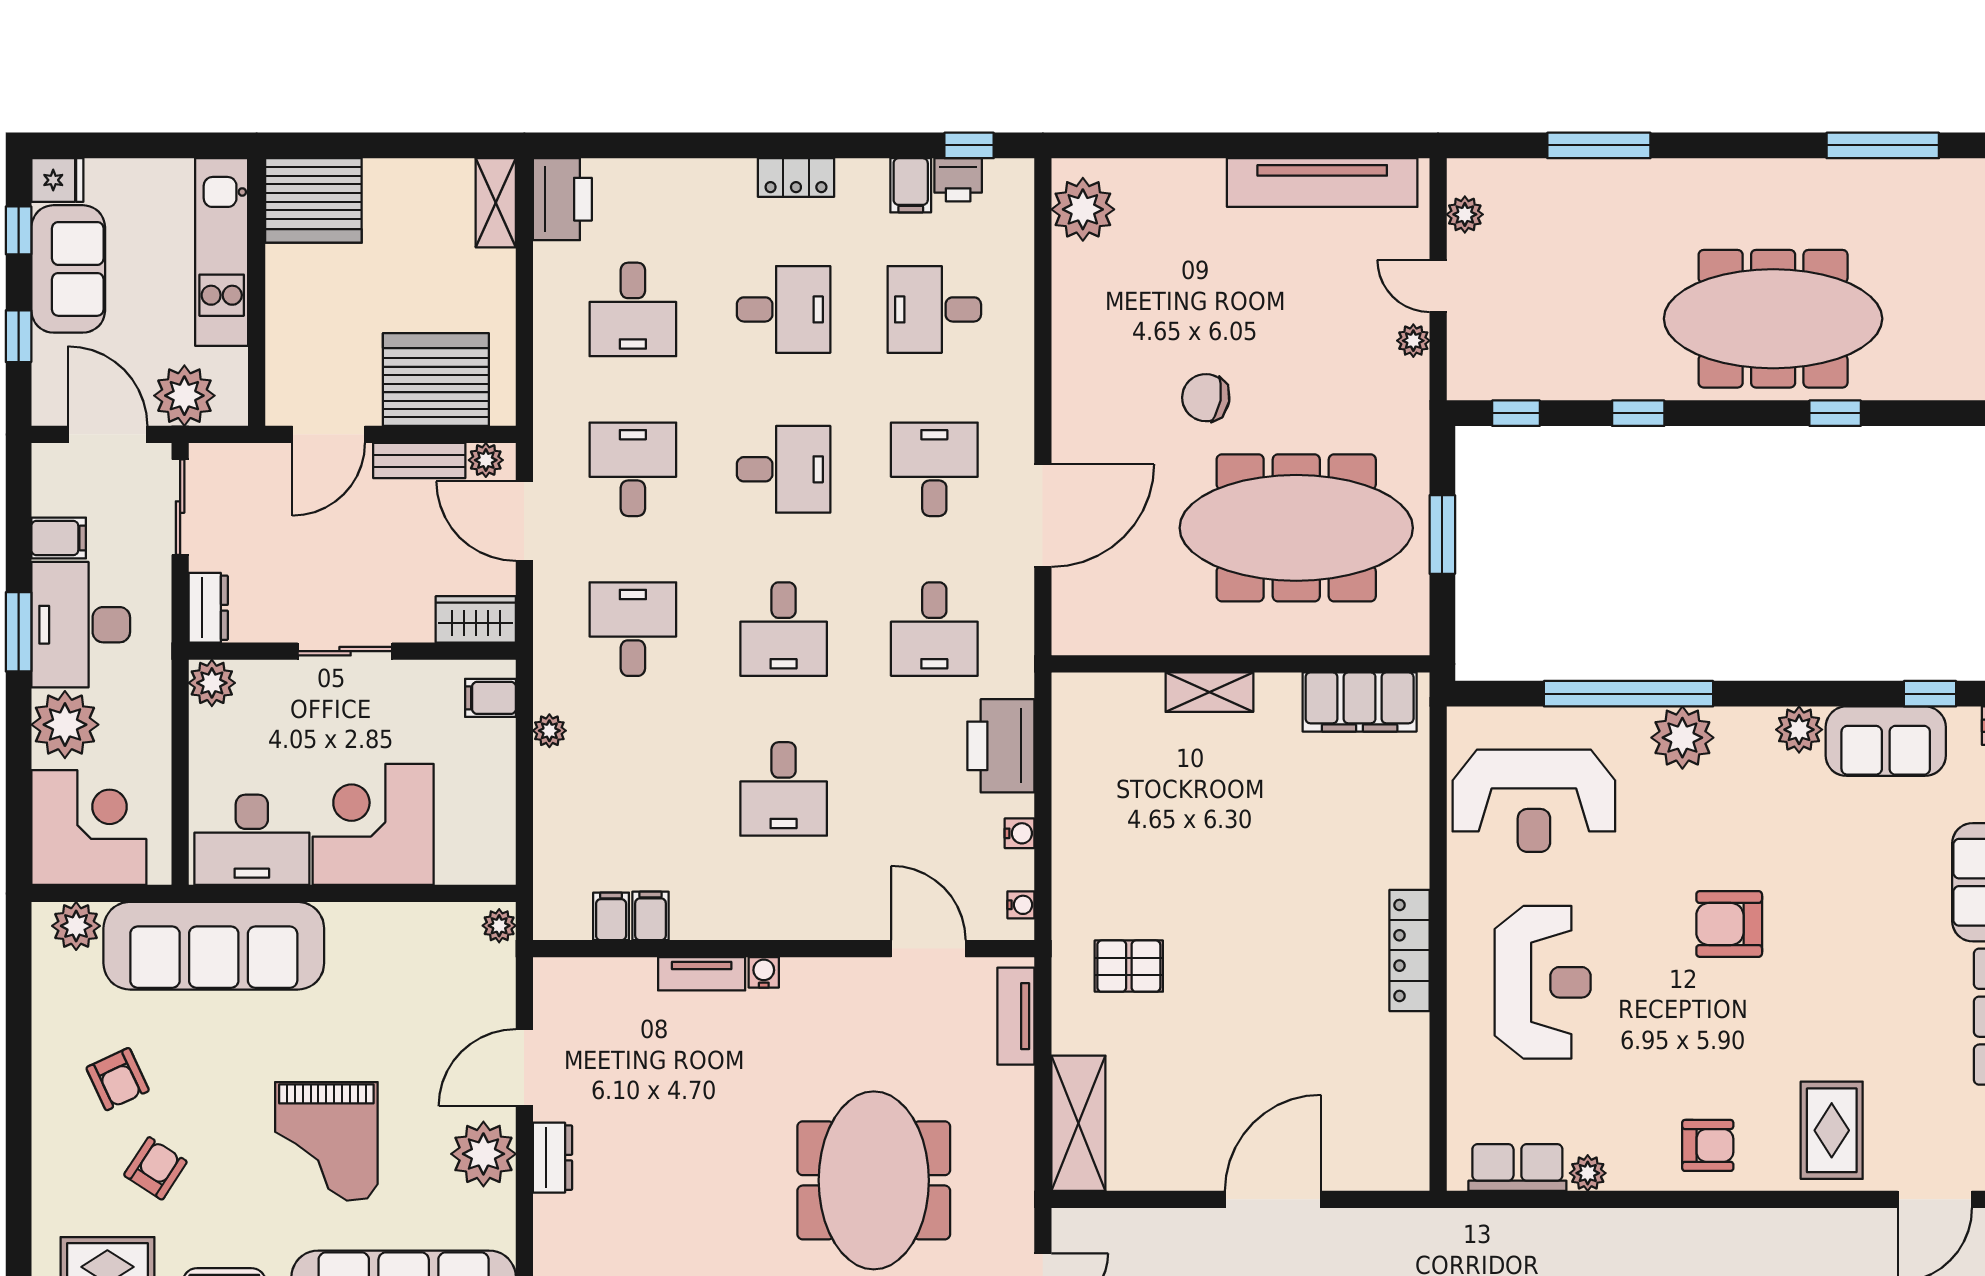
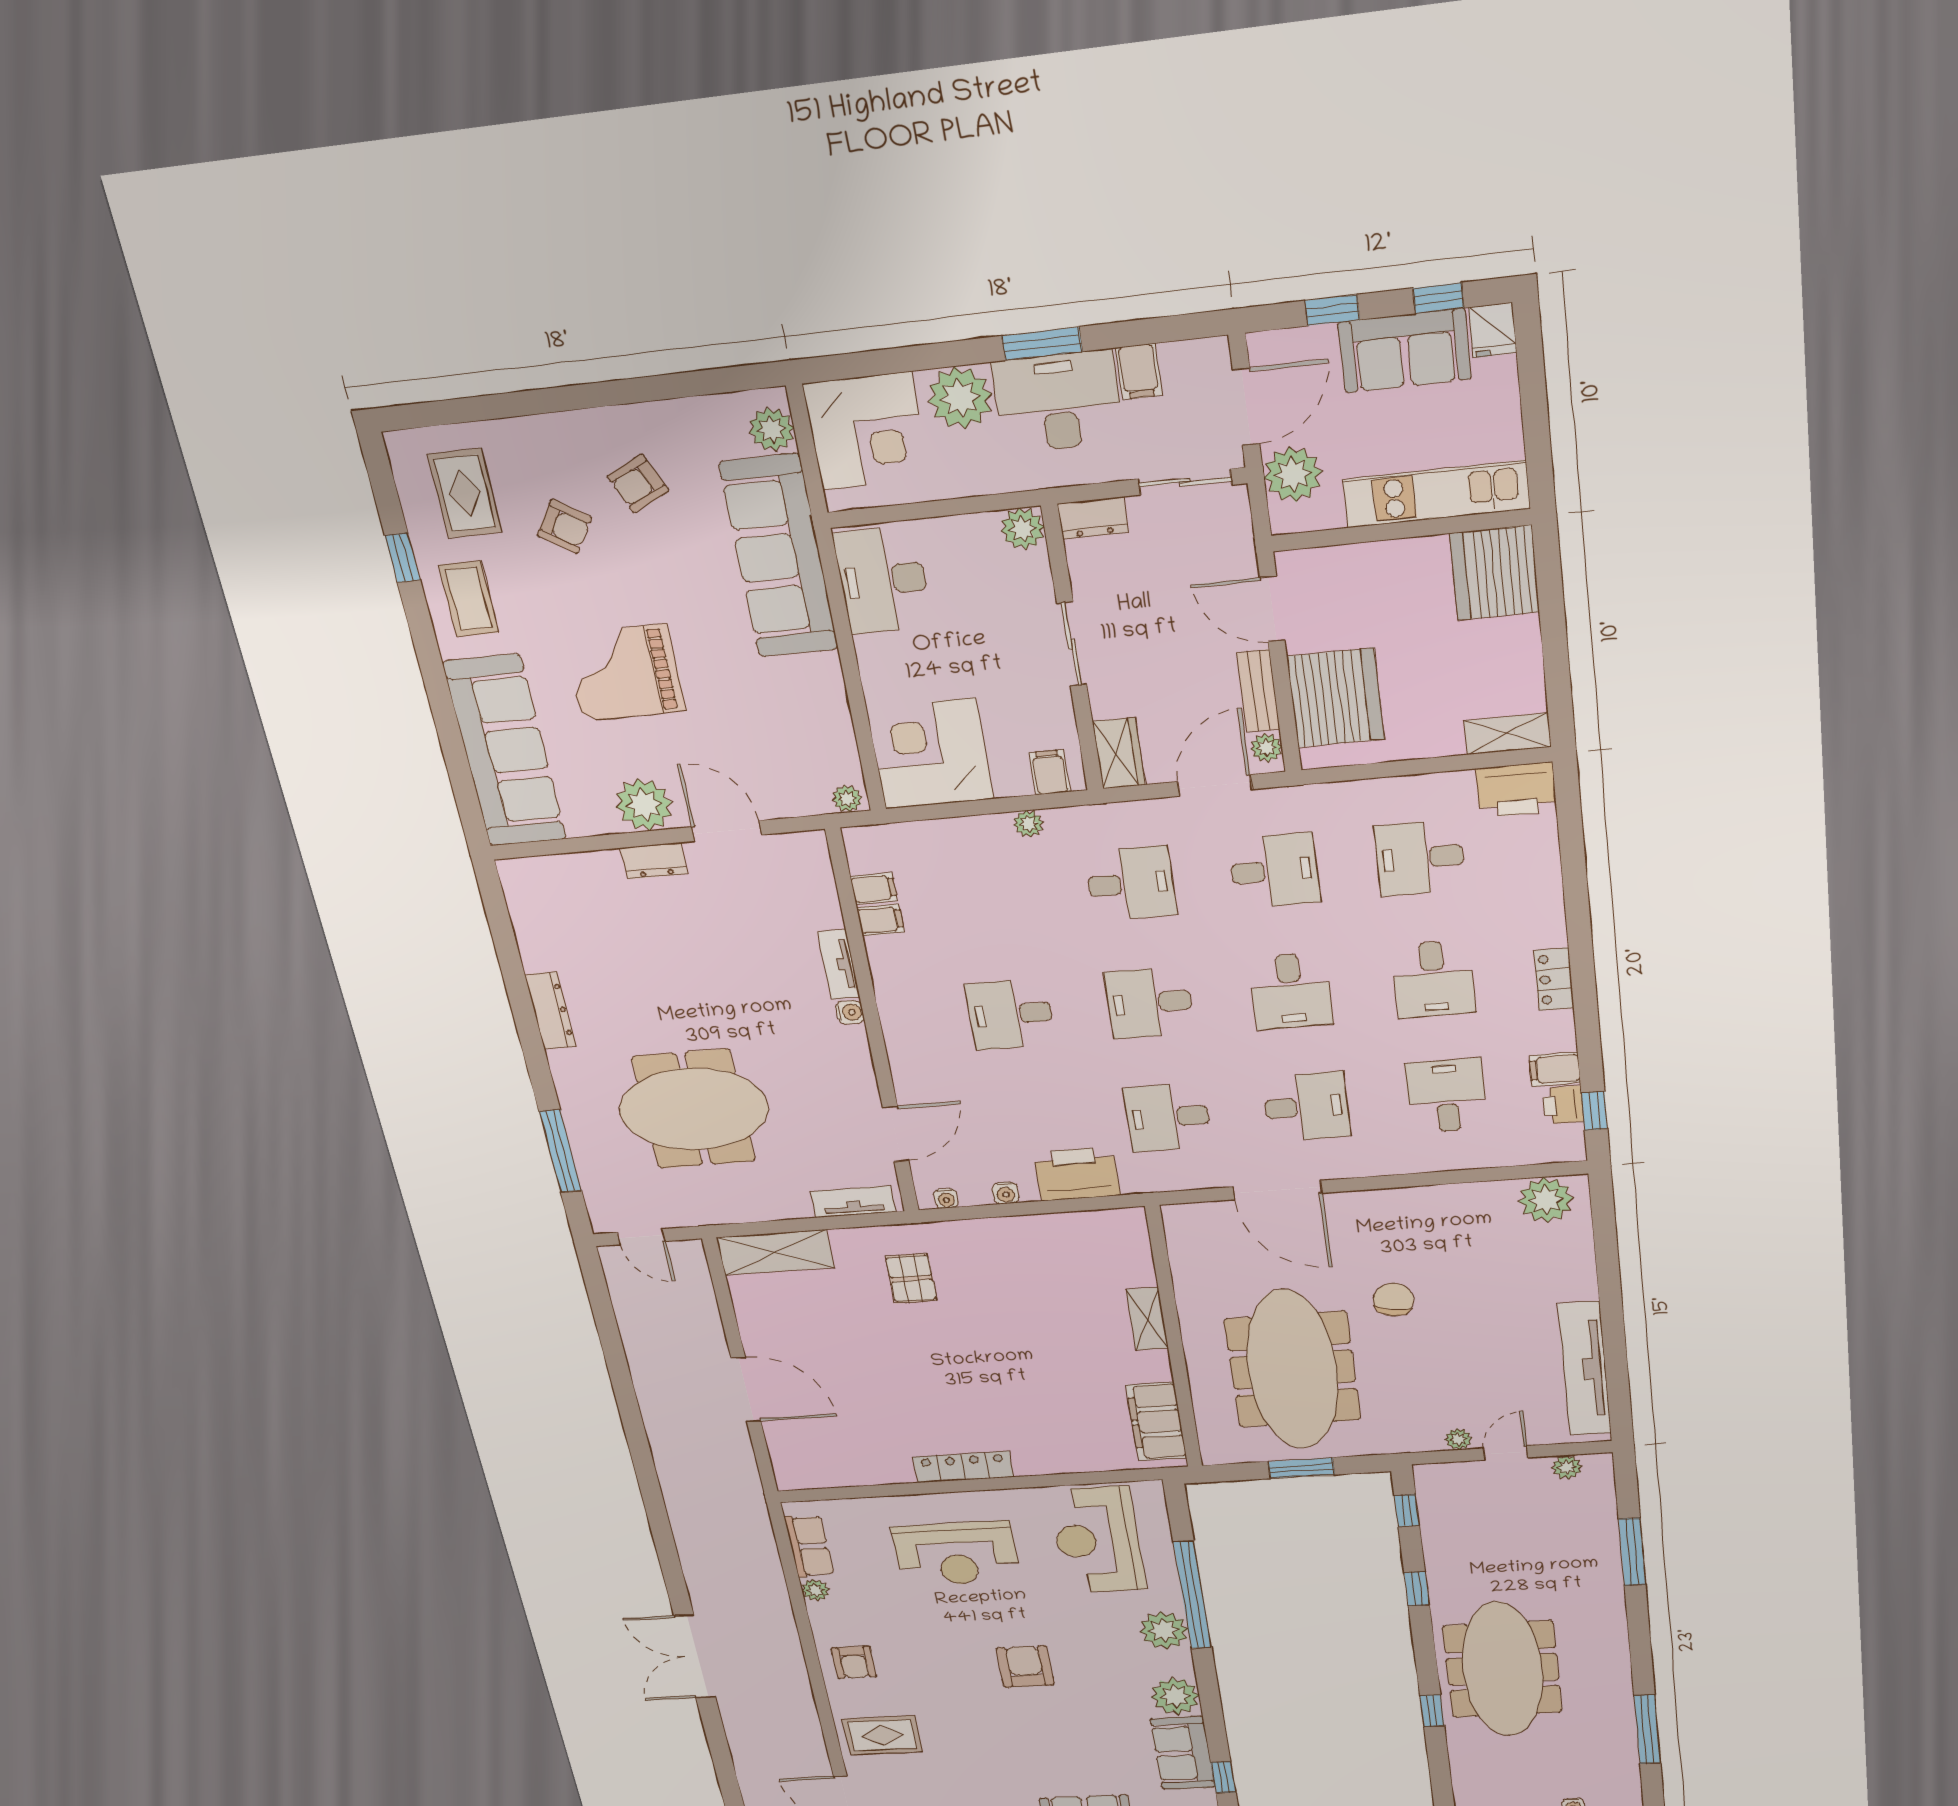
plant: (1799, 730) -> (1175, 1696), width x1.36, depth x1.36
corner desk: (373, 824) -> (930, 754), moved, turned -90

